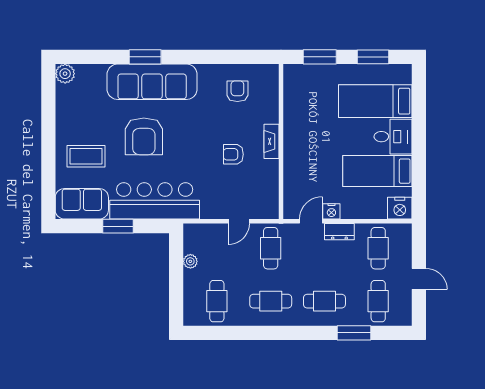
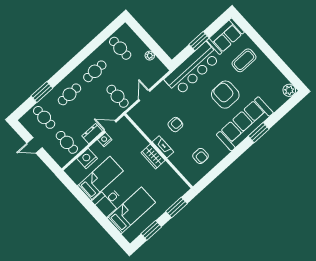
wardrobe: (293, 141) -> (153, 157), added
nightstand: (400, 208) -> (87, 158), moved
door: (311, 221) -> (110, 126), swing flipped

